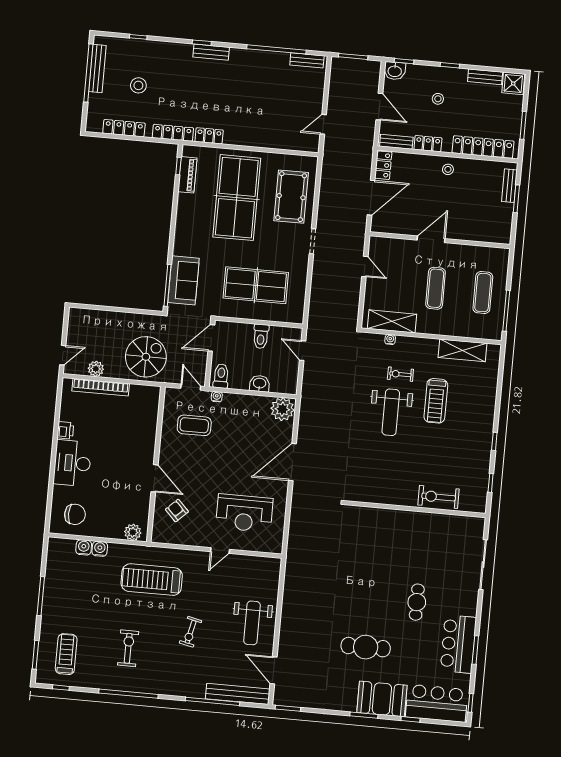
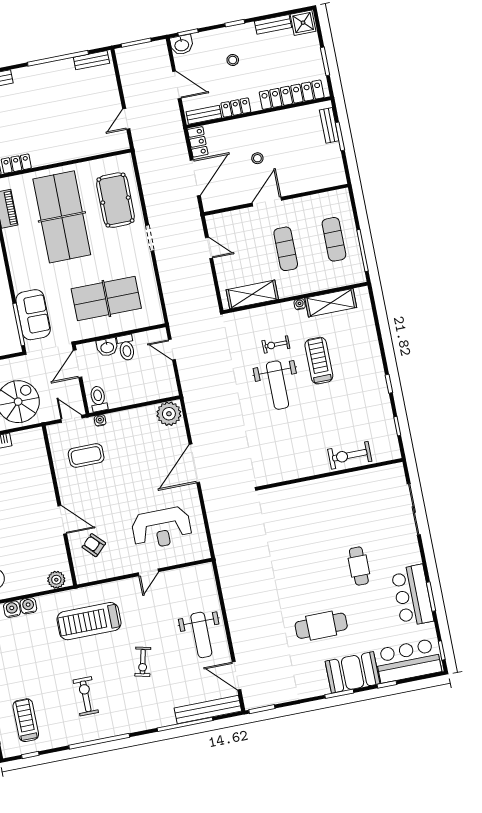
stool: (448, 169) -> (257, 158), moved
water cooler: (390, 339) -> (300, 304), moved
washbasin: (260, 384) -> (107, 347), moved, turned 180
treadmill: (436, 401) -> (319, 361), turned 180

